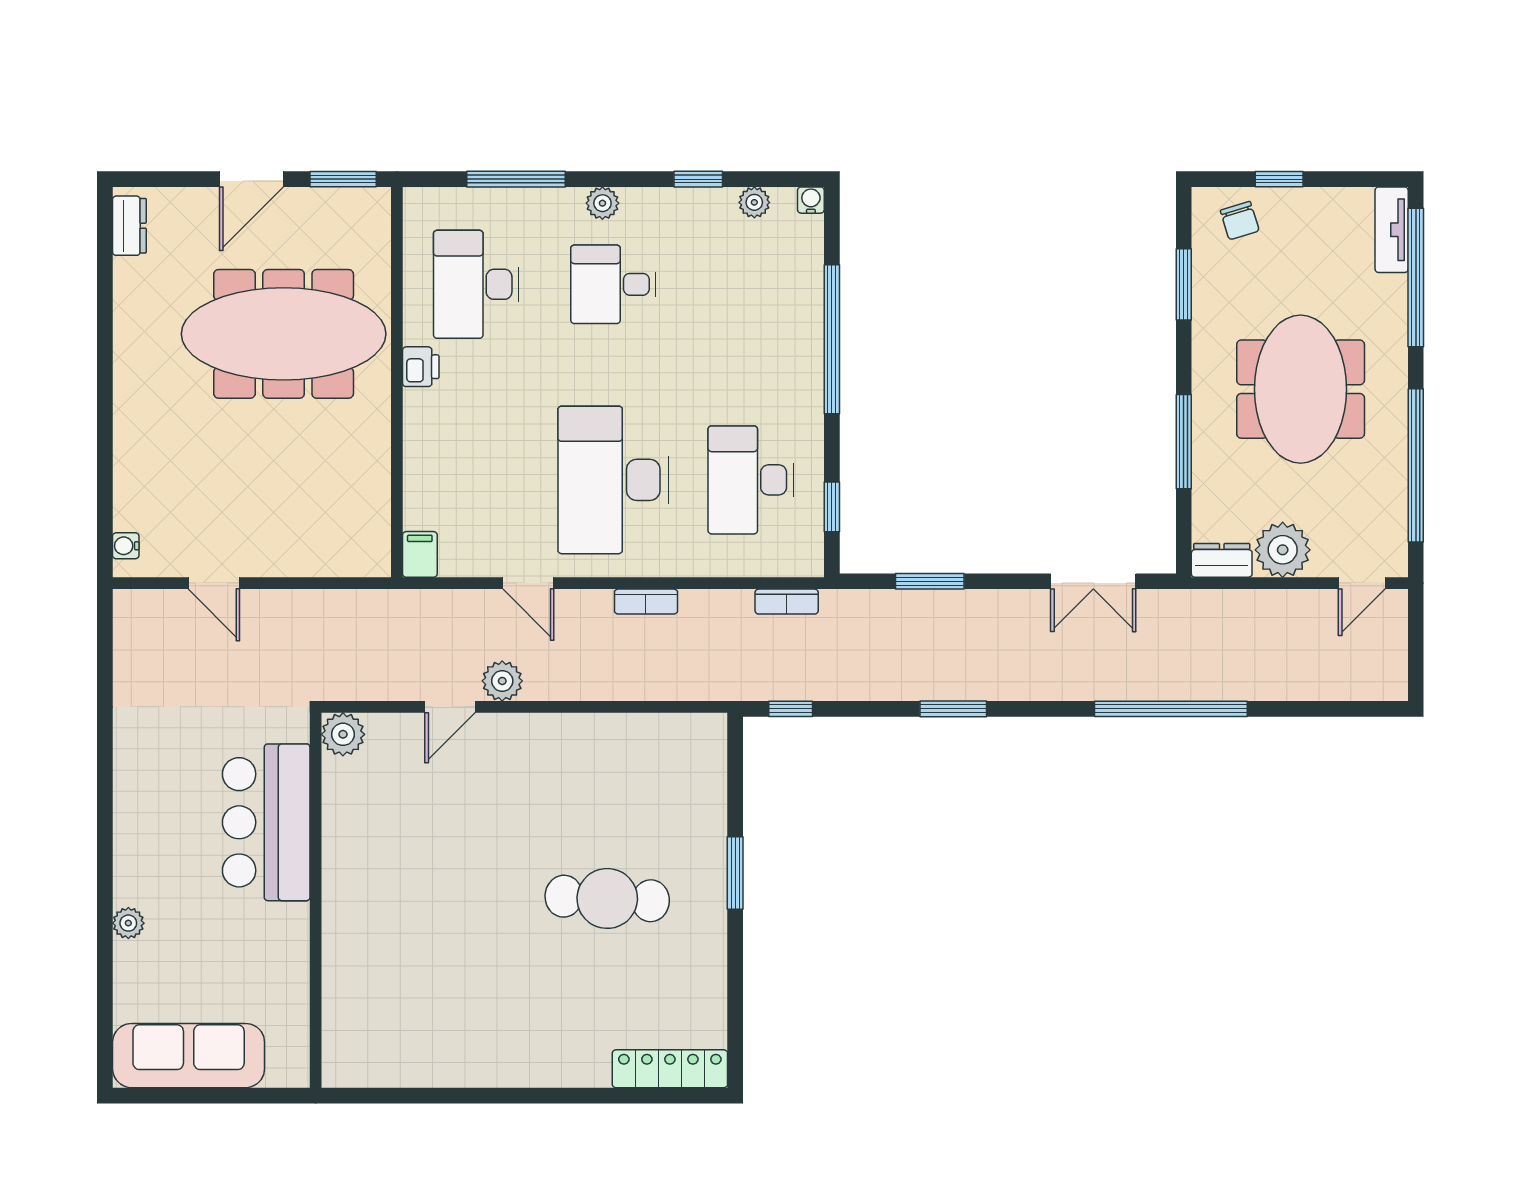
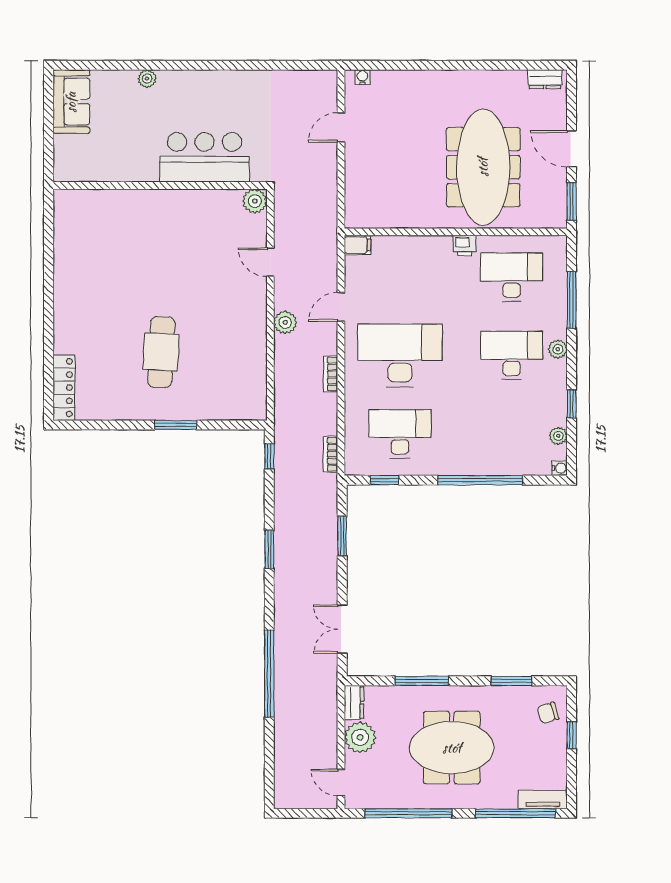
desk: (613, 284) -> (512, 355), width x1.37
plant: (502, 681) -> (285, 322), moved
sofa: (189, 1056) -> (71, 102), width x0.73

